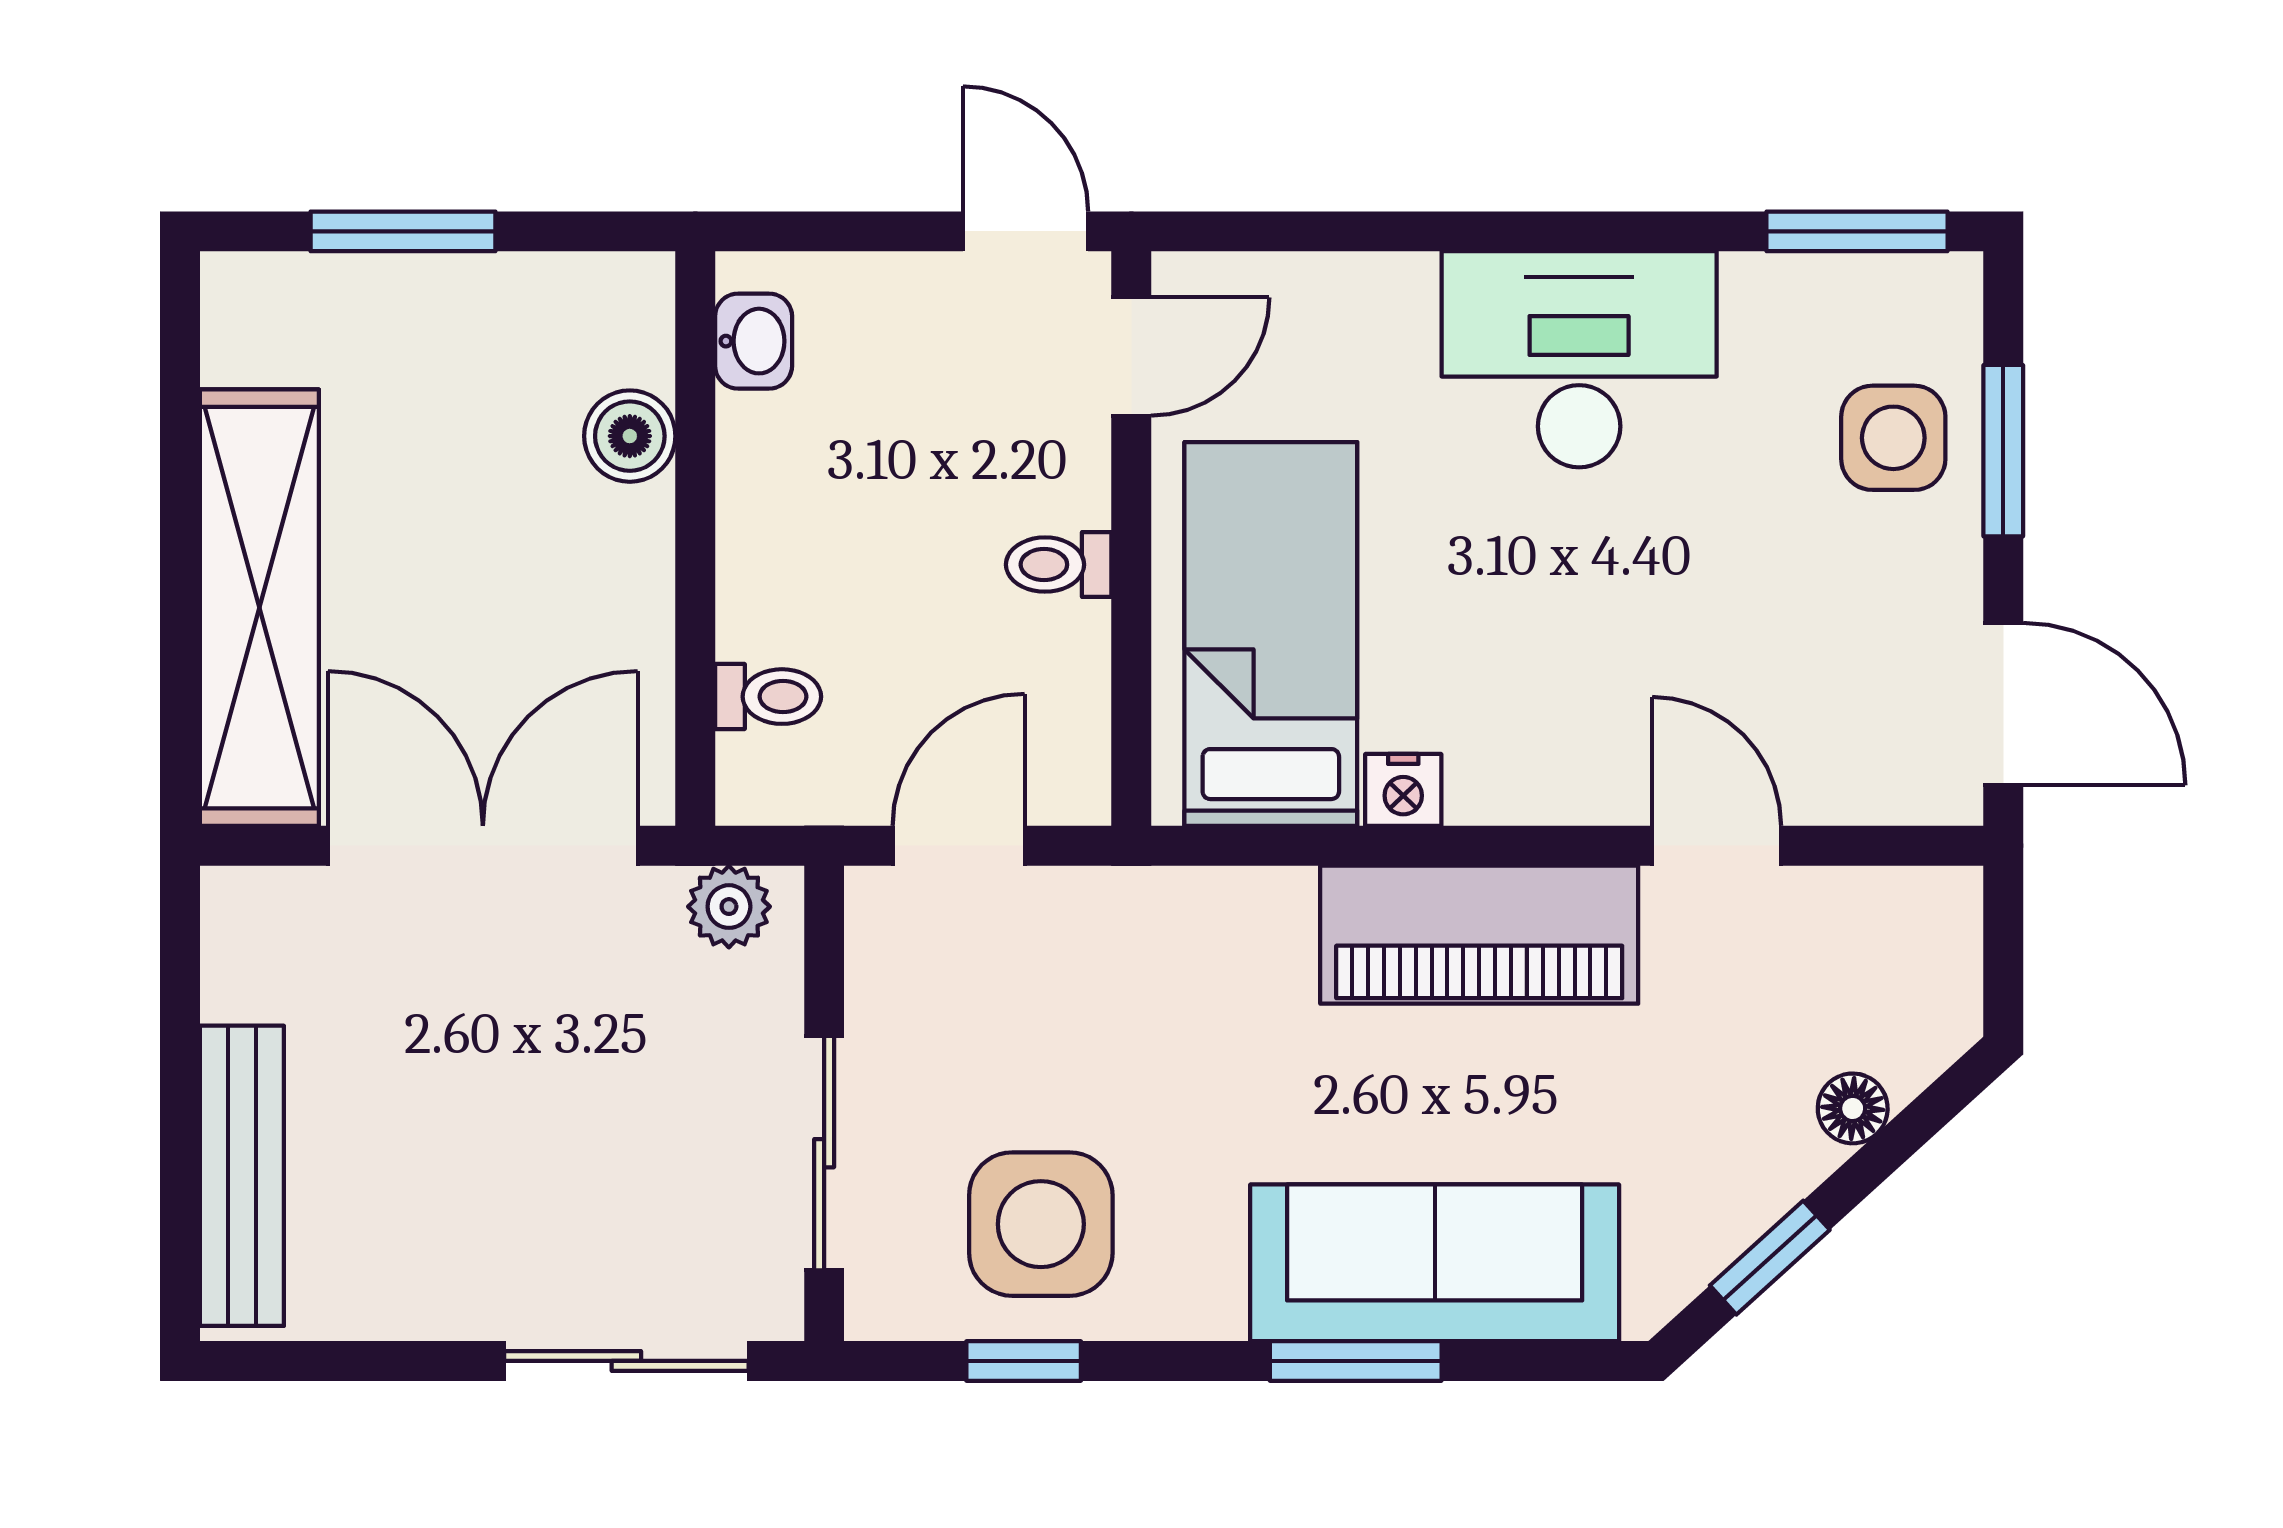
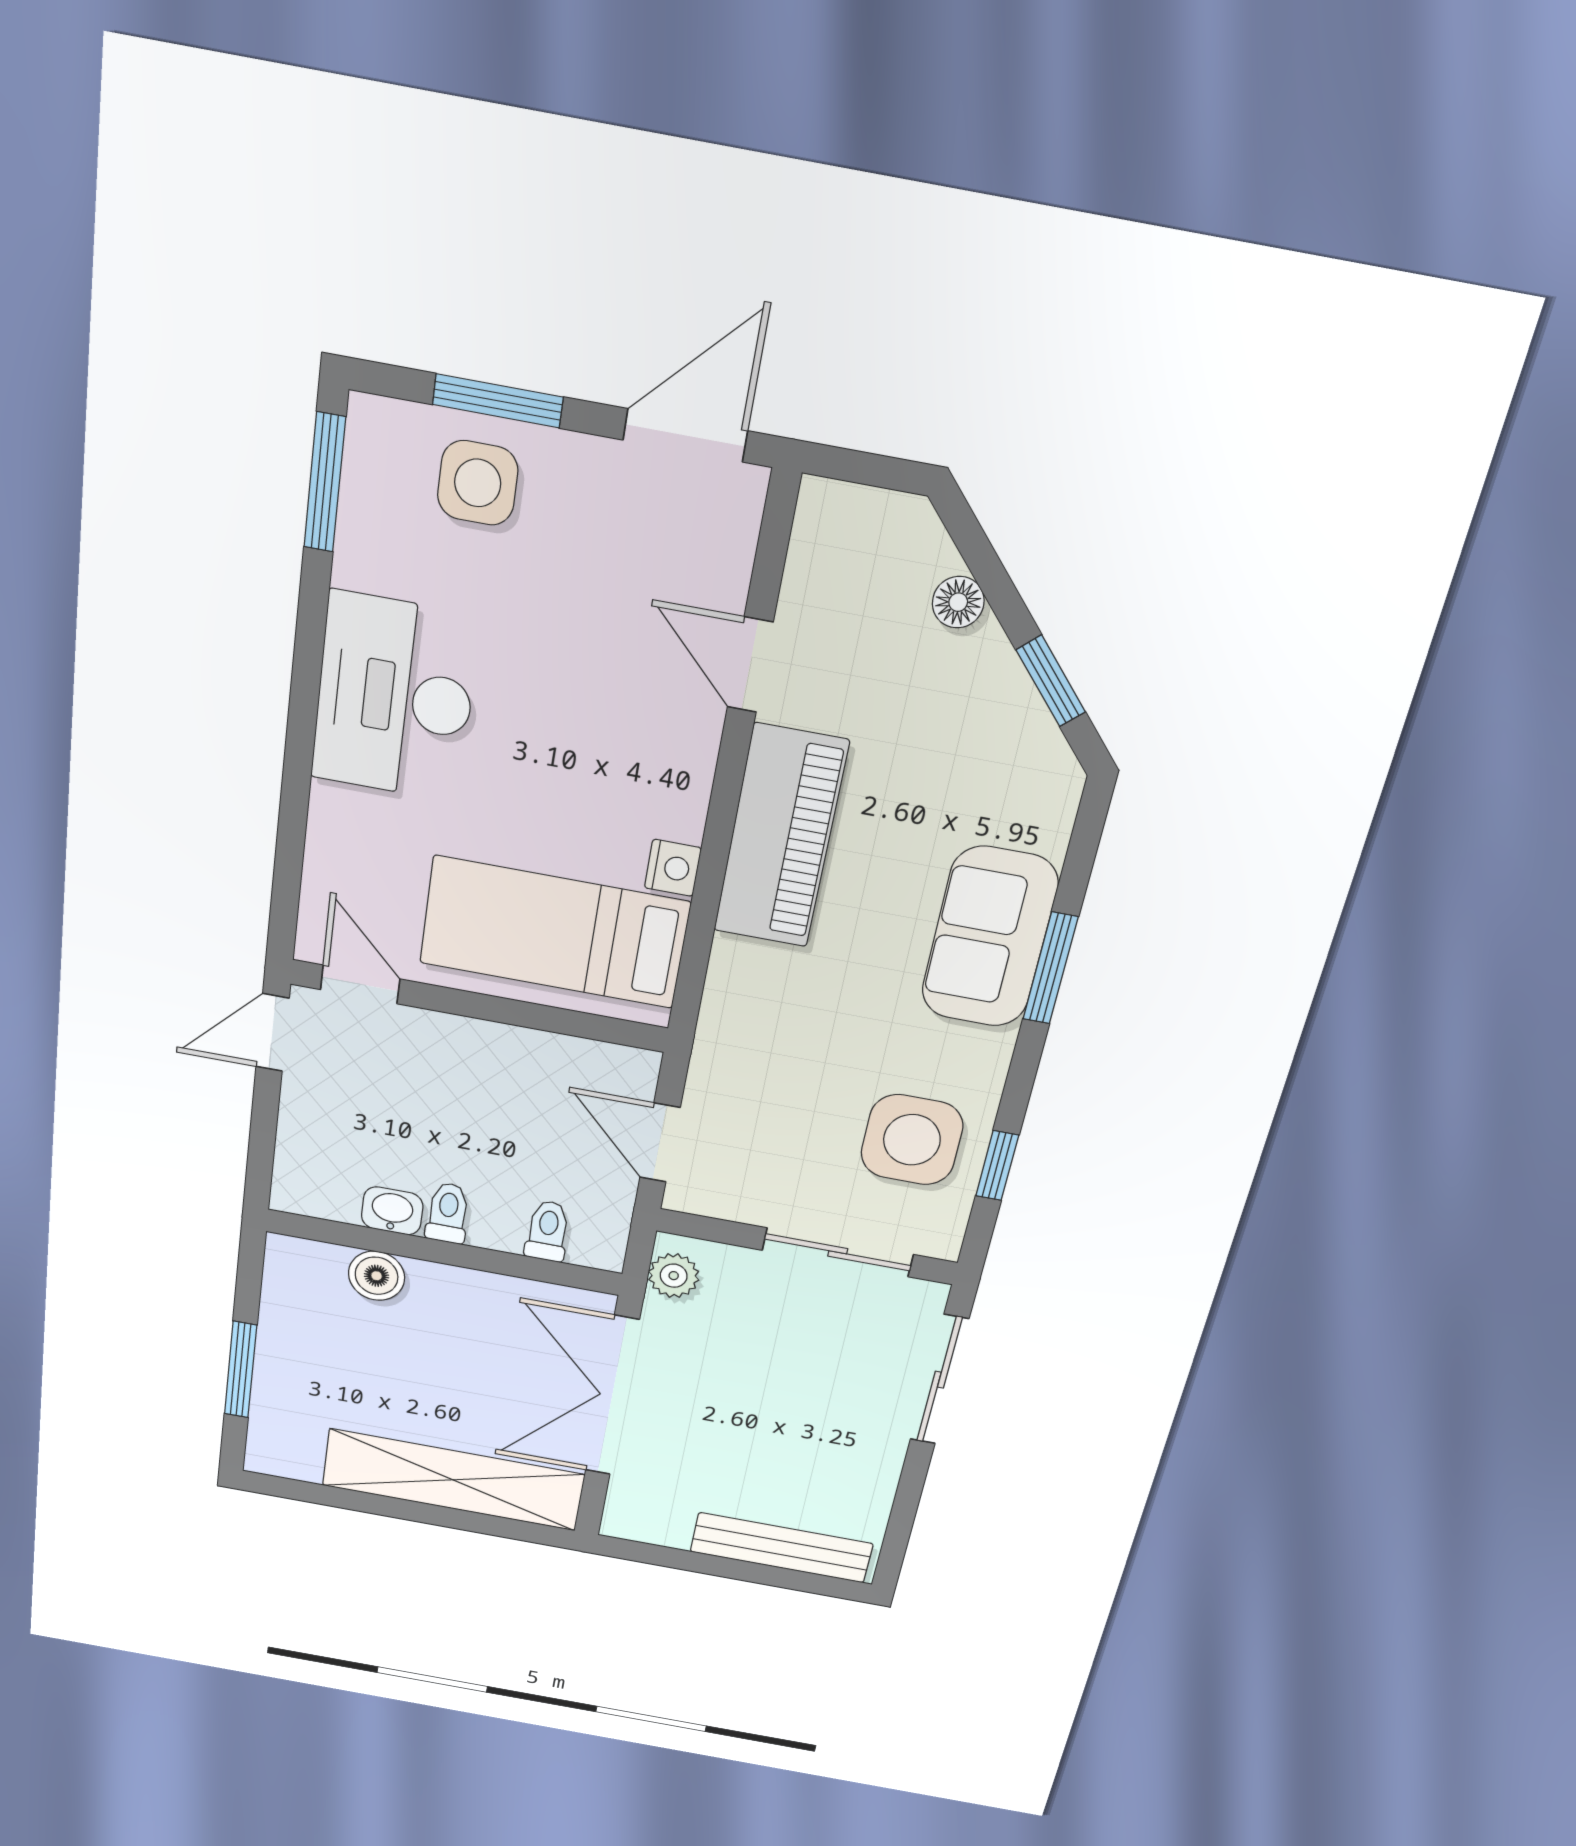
washbasin: (754, 341) -> (392, 1211), moved
toilet: (1059, 565) -> (448, 1213), moved, turned 180
door: (1717, 846) -> (750, 665), hinge flipped
sofa: (1435, 1263) -> (989, 937), width x0.73

